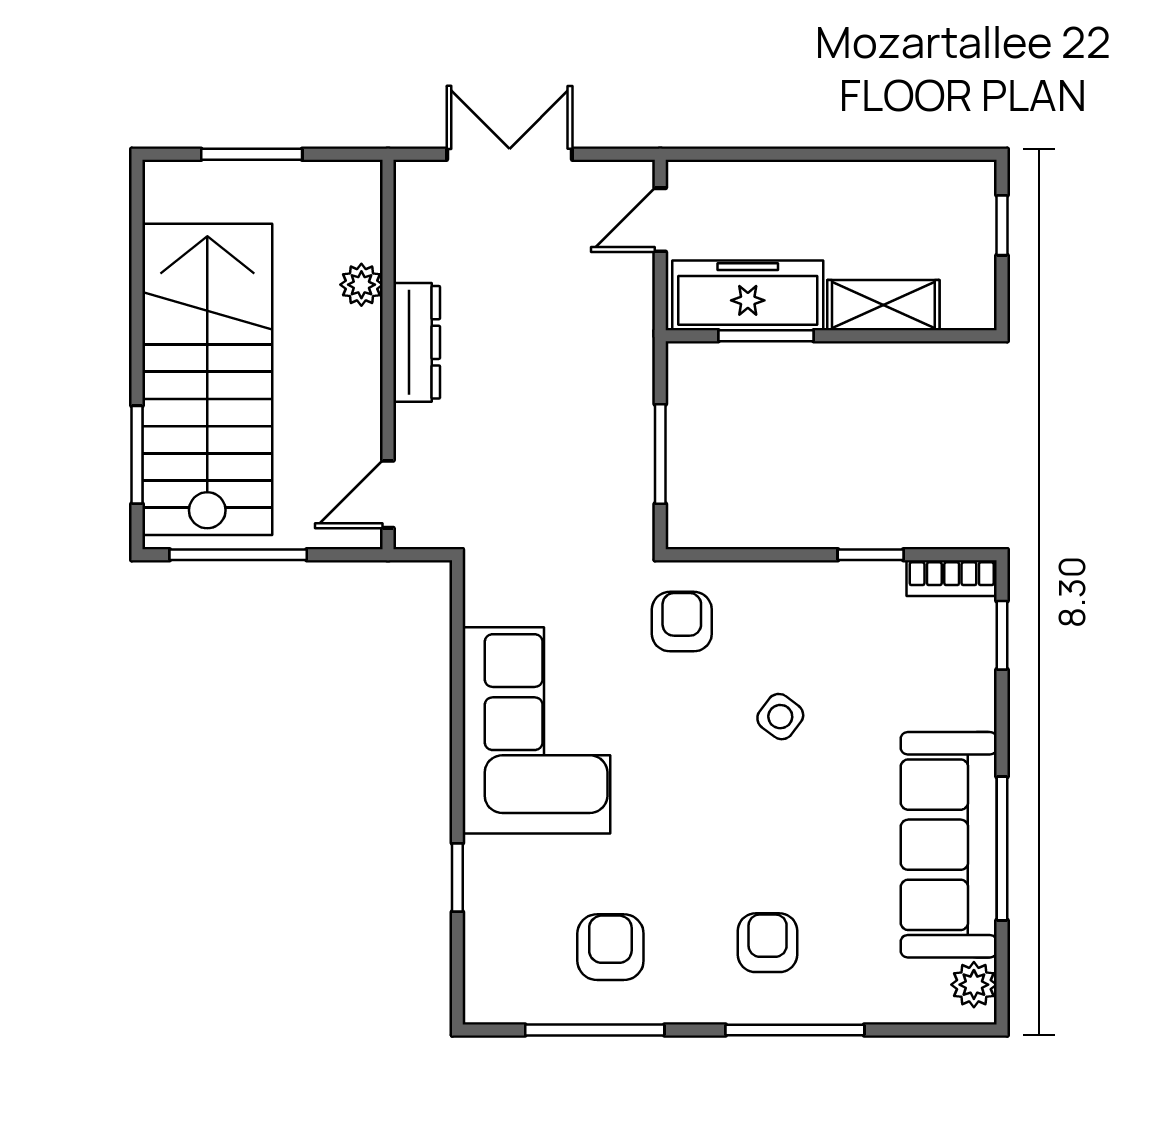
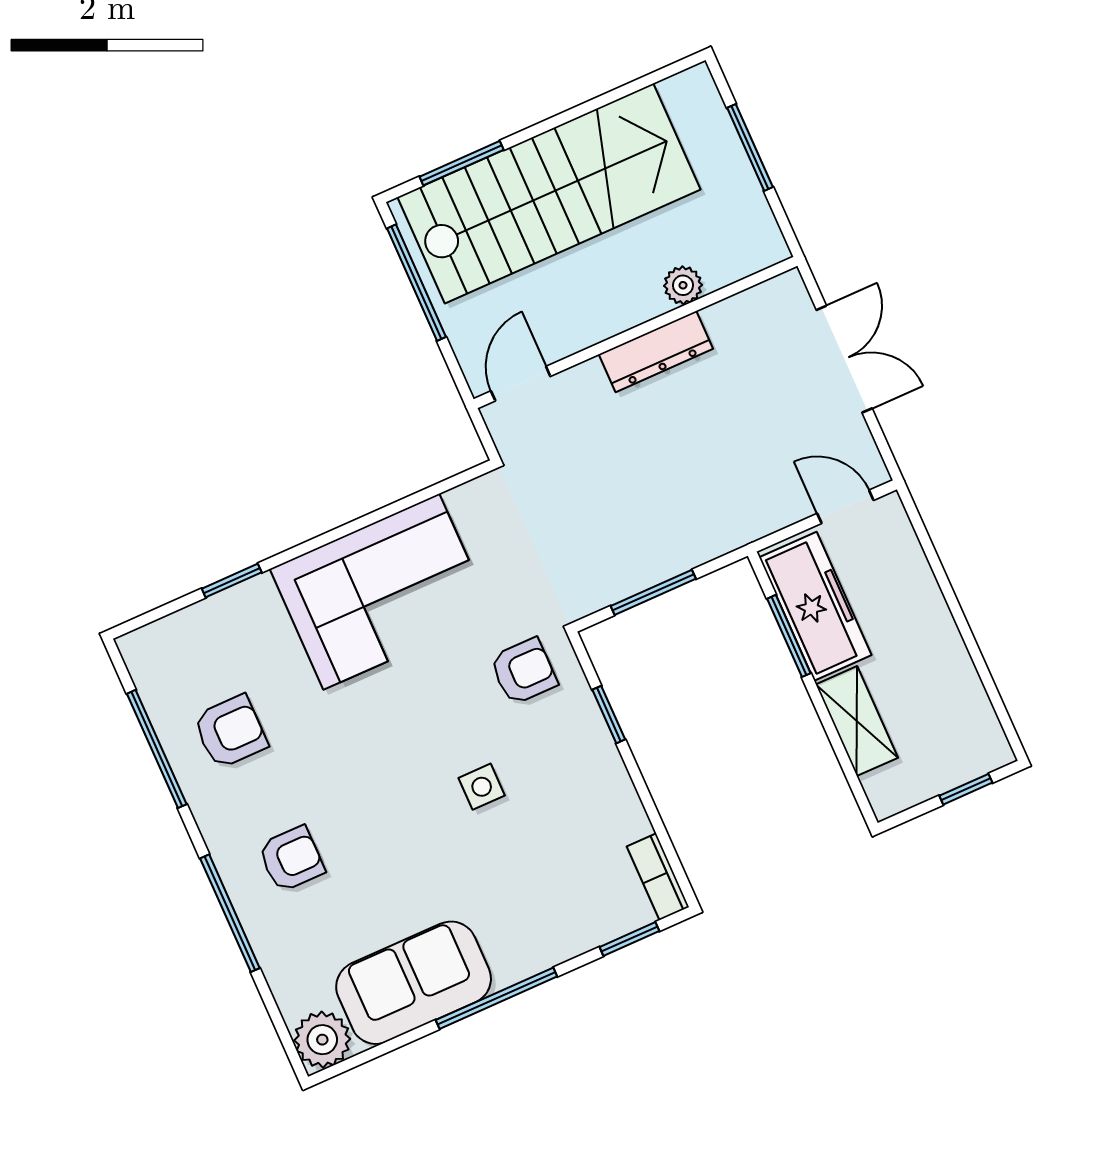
door: (388, 494) -> (521, 384), hinge flipped
window: (871, 555) -> (609, 715), moved
side table: (780, 717) -> (482, 787), turned -37
sofa: (949, 845) -> (414, 983), width x0.73
window: (1002, 848) -> (496, 998), moved
plant: (974, 985) -> (322, 1040), width x1.38, depth x1.38

